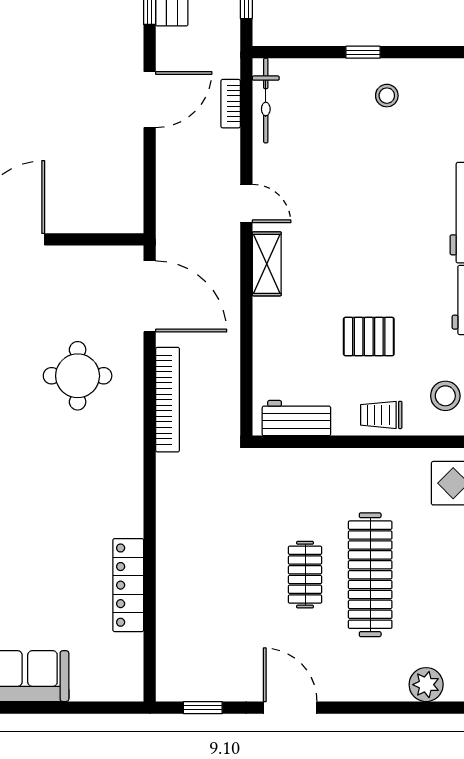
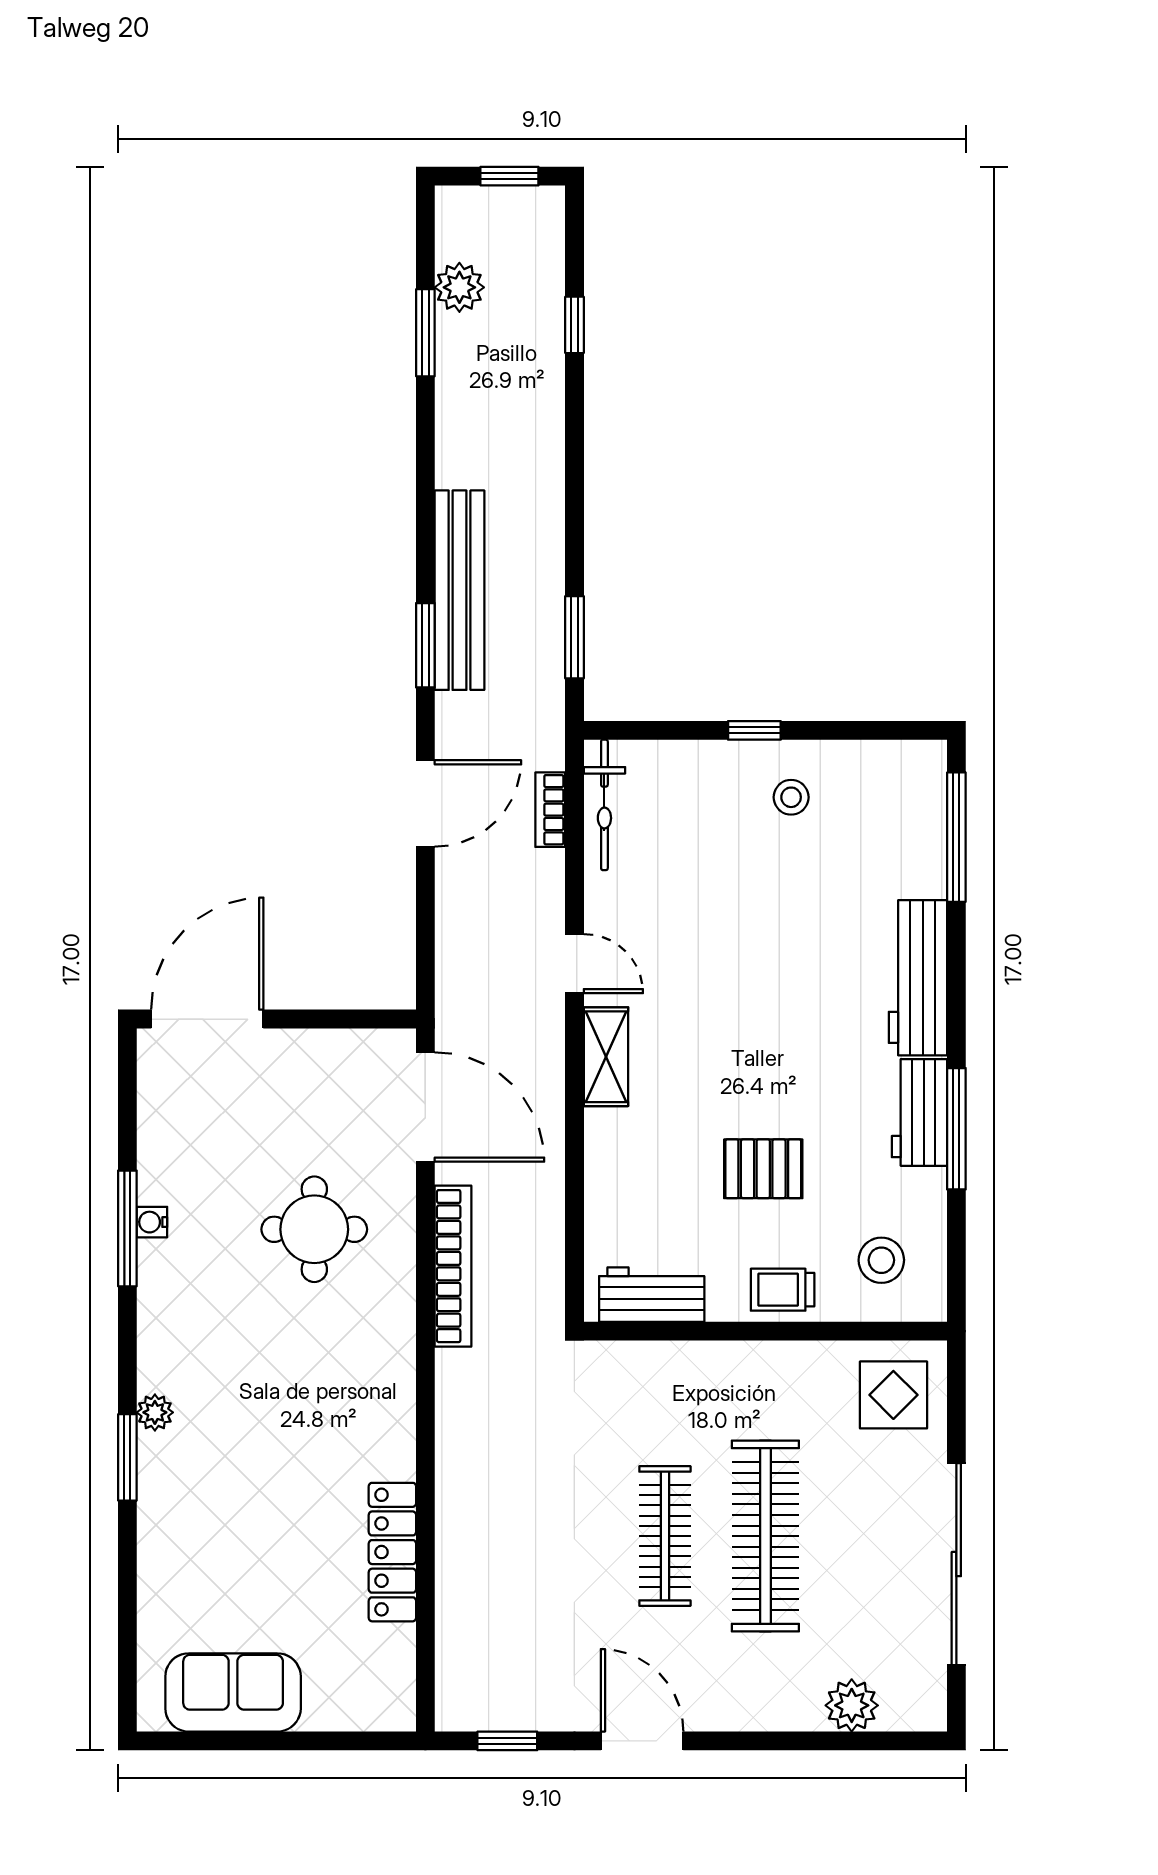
clothes rail: (305, 575) -> (665, 1536), width x1.36

